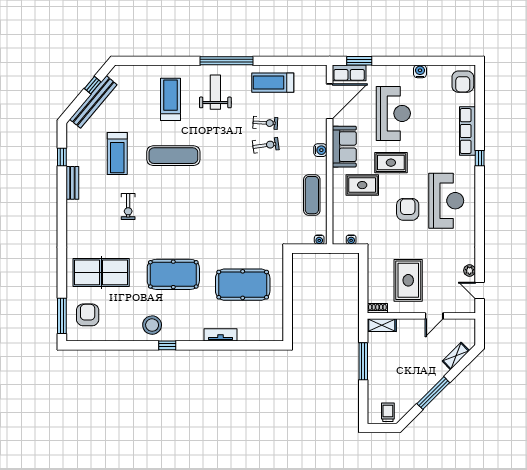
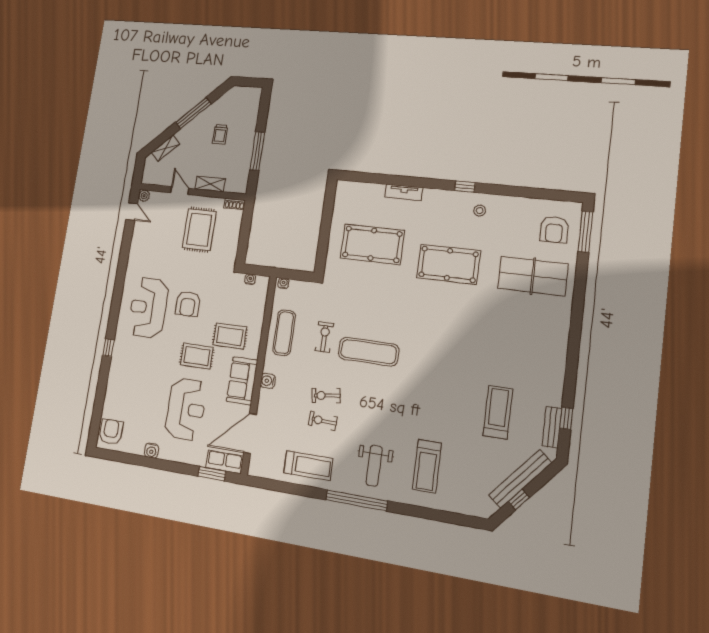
reception desk: (393, 113) -> (186, 409), turned 180
row of seats: (468, 131) -> (115, 378), removed
exercise mat: (173, 156) -> (368, 352), moved
bench: (72, 183) -> (552, 427), moved
exercise bike: (128, 207) -> (324, 337), moved
plant: (470, 270) -> (144, 196), moved
door: (434, 316) -> (180, 190), hinge flipped
stool: (152, 325) -> (480, 211), width x0.53, depth x0.53
shelving: (382, 325) -> (210, 184), moved
trolley: (388, 412) -> (220, 134), moved

